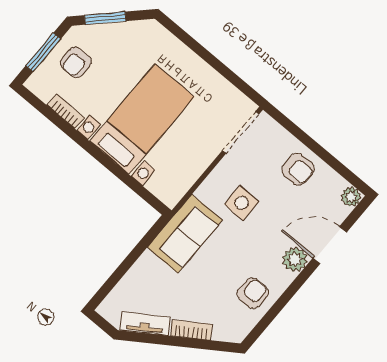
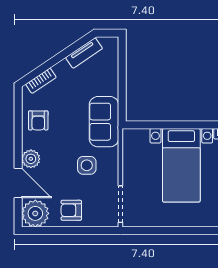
plant: (351, 197) -> (35, 213), width x1.88, depth x1.88
door: (330, 245) -> (18, 183), hinge flipped
bookcase: (191, 330) -> (41, 81), moved

